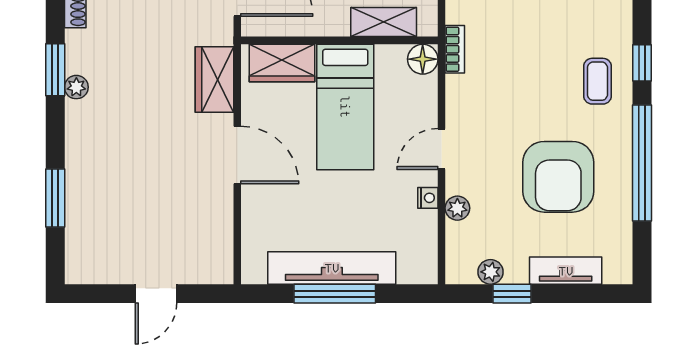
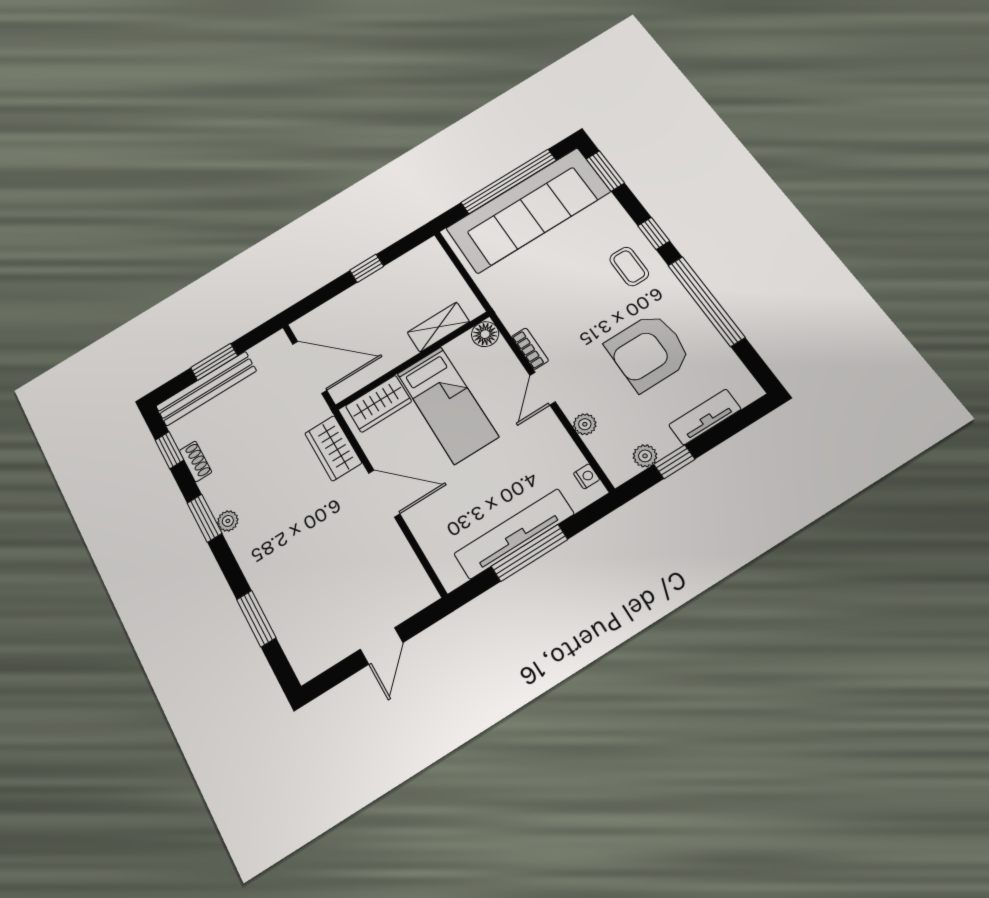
bookcase: (455, 49) -> (530, 349), moved
armchair: (558, 177) -> (648, 352), turned 90
nightstand: (428, 198) -> (587, 476), moved

